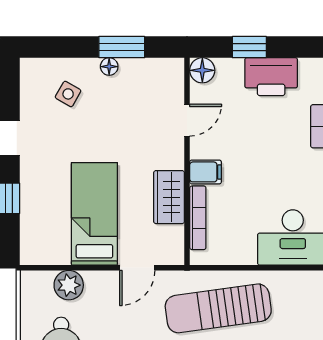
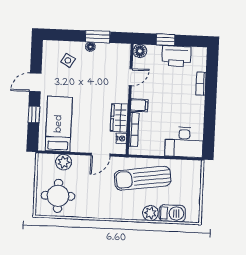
bed: (94, 214) -> (59, 124), moved
nightstand: (175, 236) -> (121, 138), added

